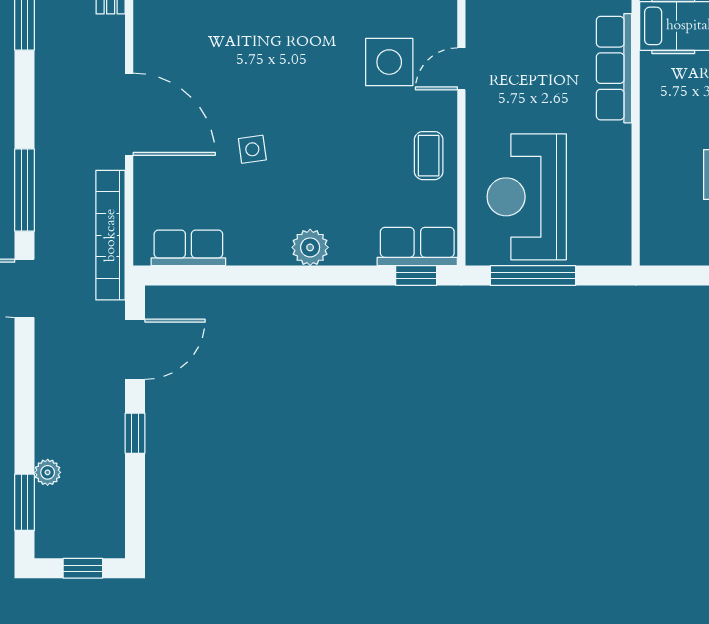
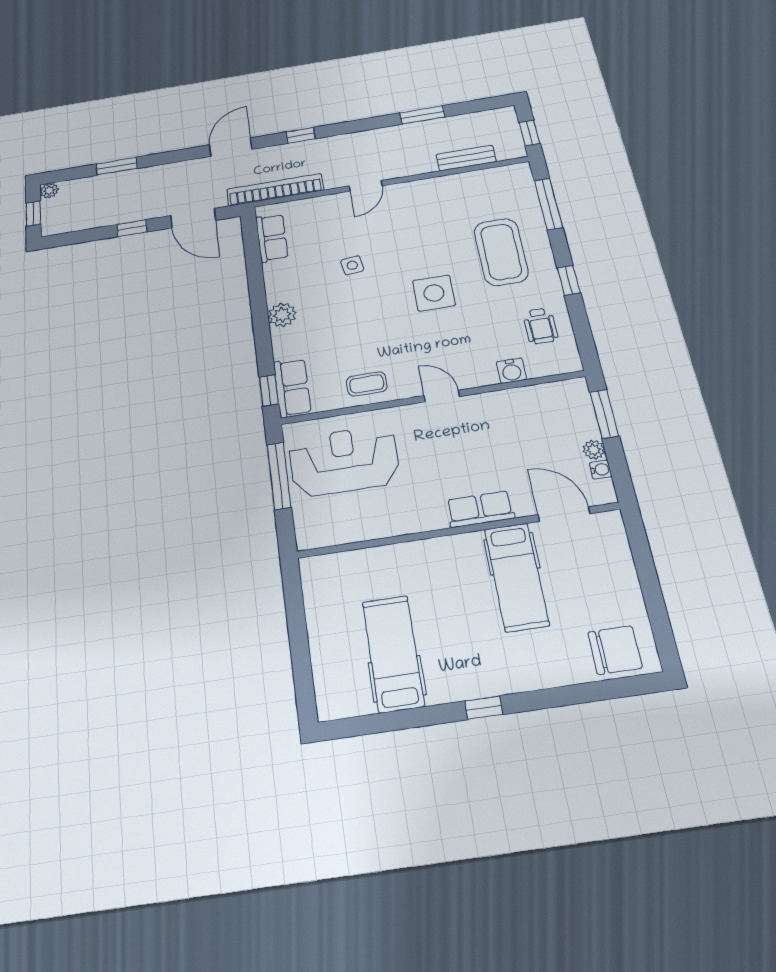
side table: (389, 62) -> (434, 293), moved
row of seats: (614, 68) -> (480, 509), width x0.68
door: (129, 114) -> (366, 186), width x0.53
window: (25, 190) -> (301, 135), width x0.46
plant: (48, 472) -> (49, 191), moved
window: (25, 502) -> (117, 166), moved

